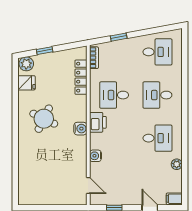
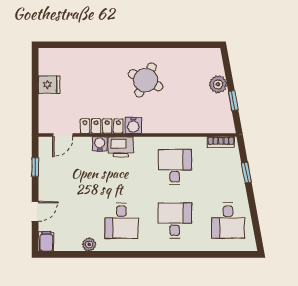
window: (45, 51) -> (233, 101), moved
plant: (26, 64) -> (218, 84), moved
locker: (81, 77) -> (102, 126), moved
fridge: (26, 83) -> (49, 85), moved, turned -90
printer: (98, 122) -> (121, 147), moved

